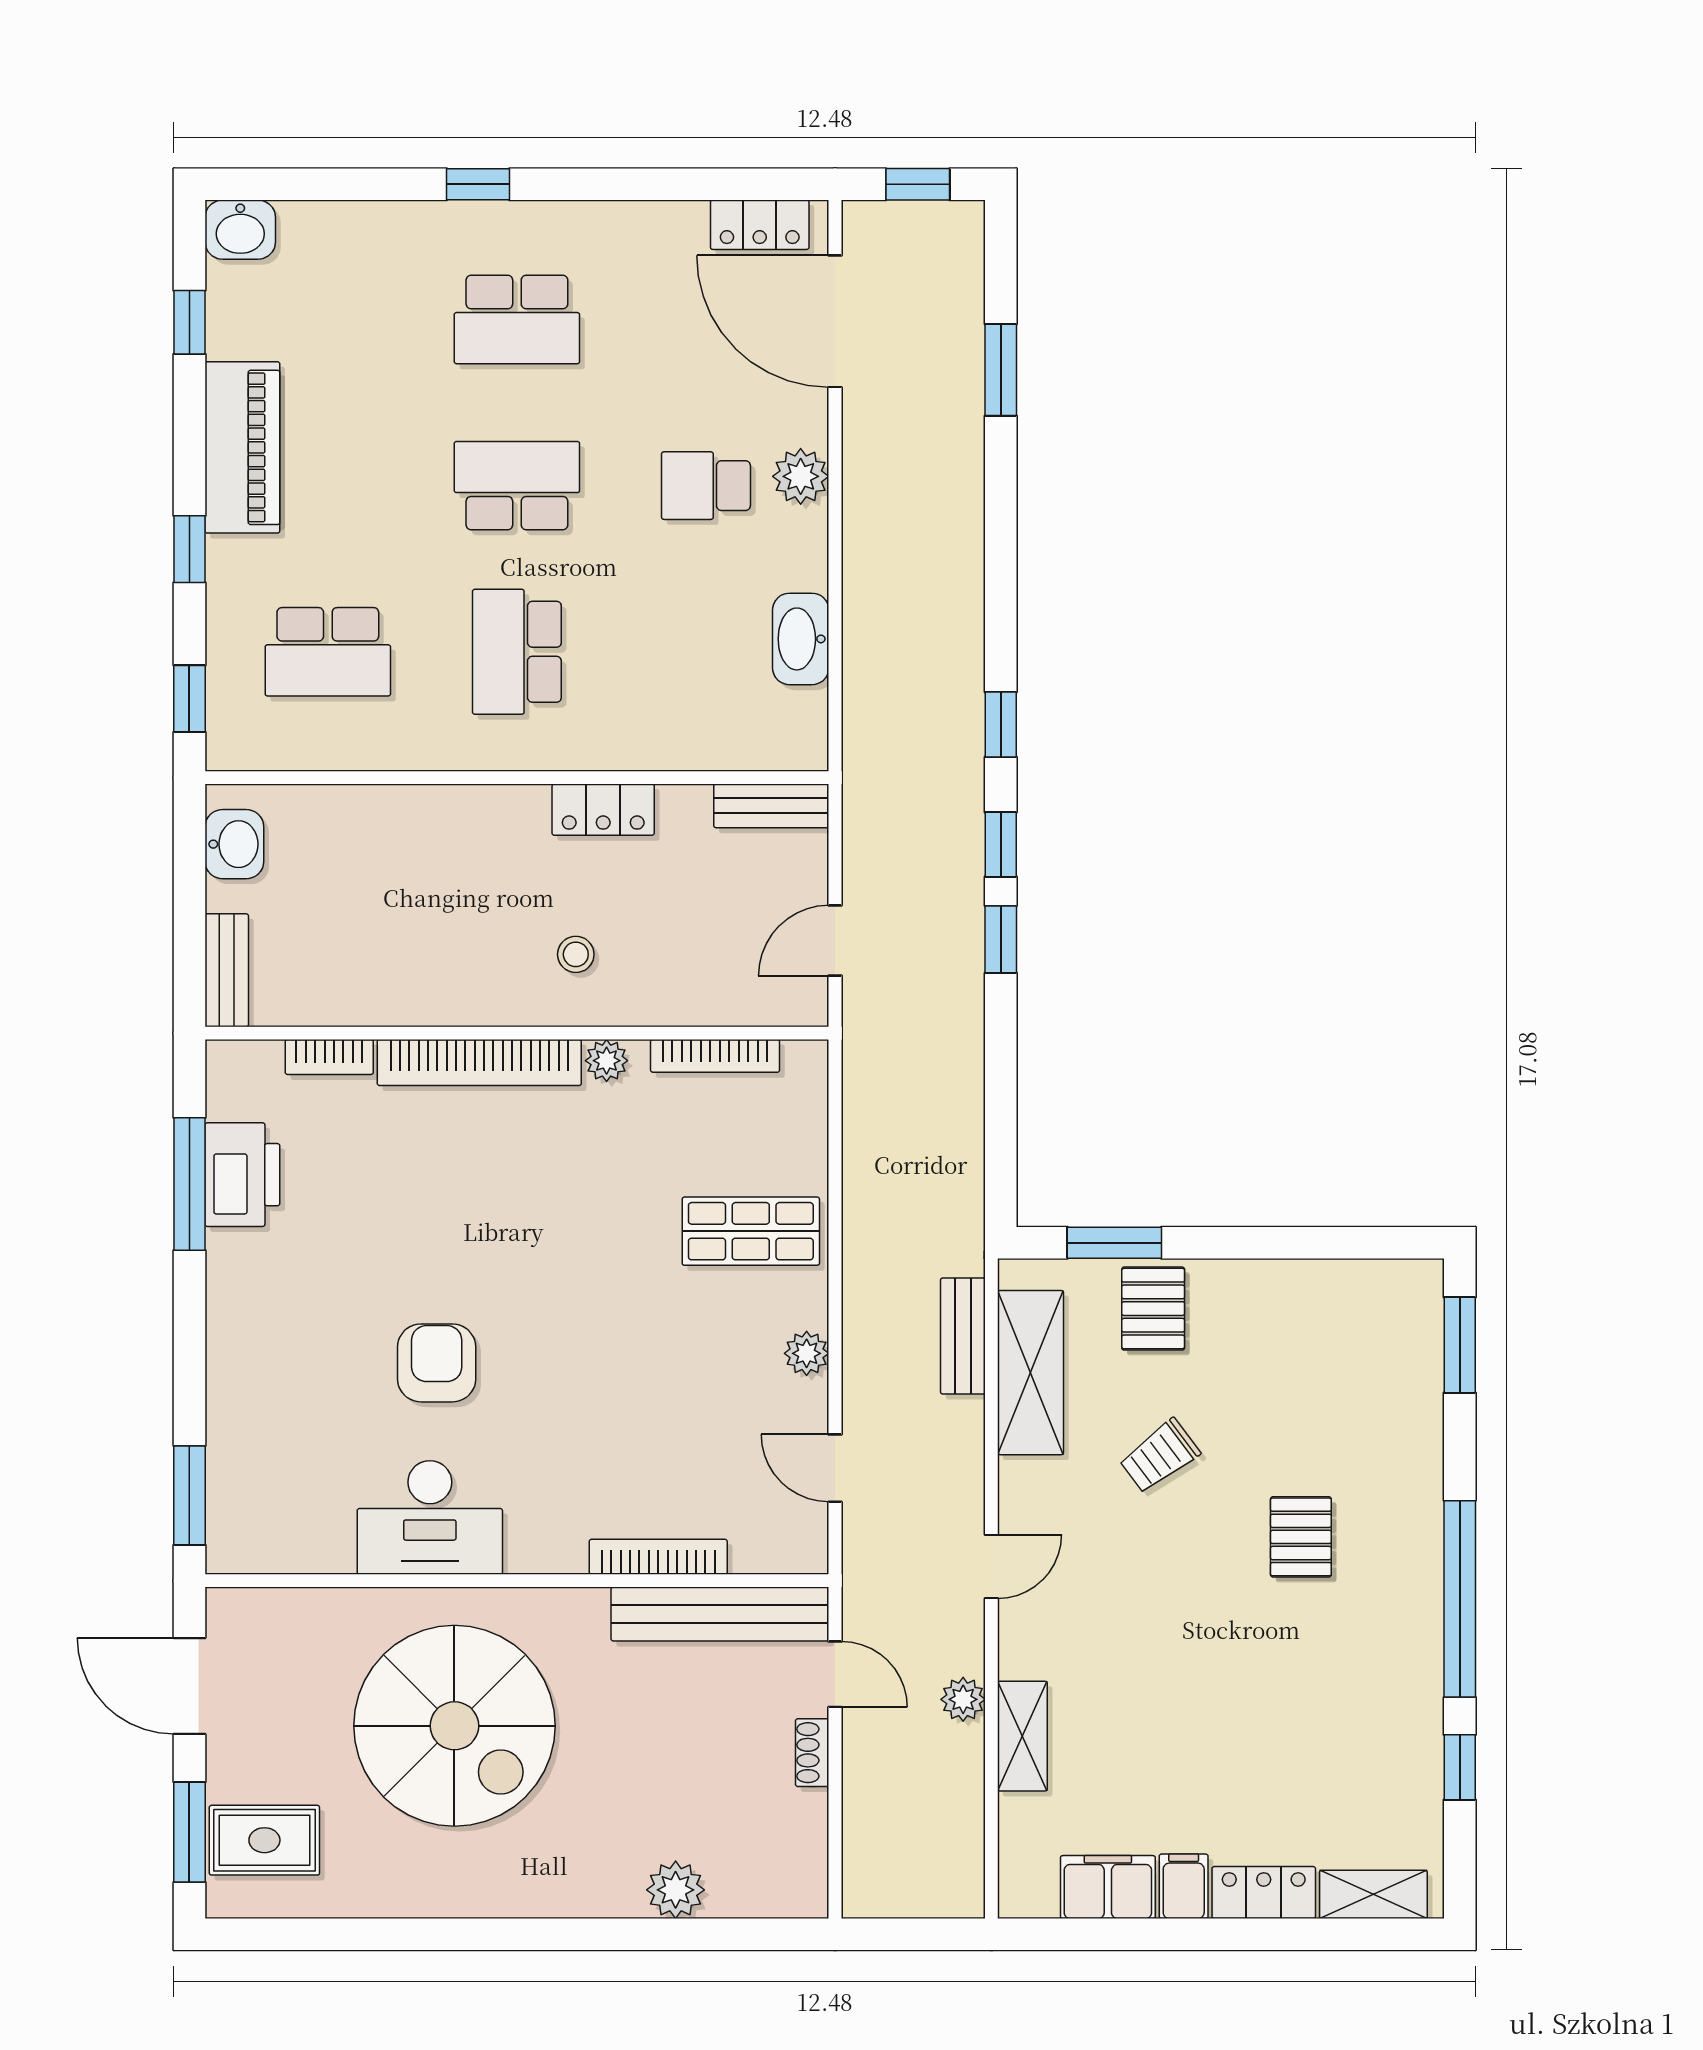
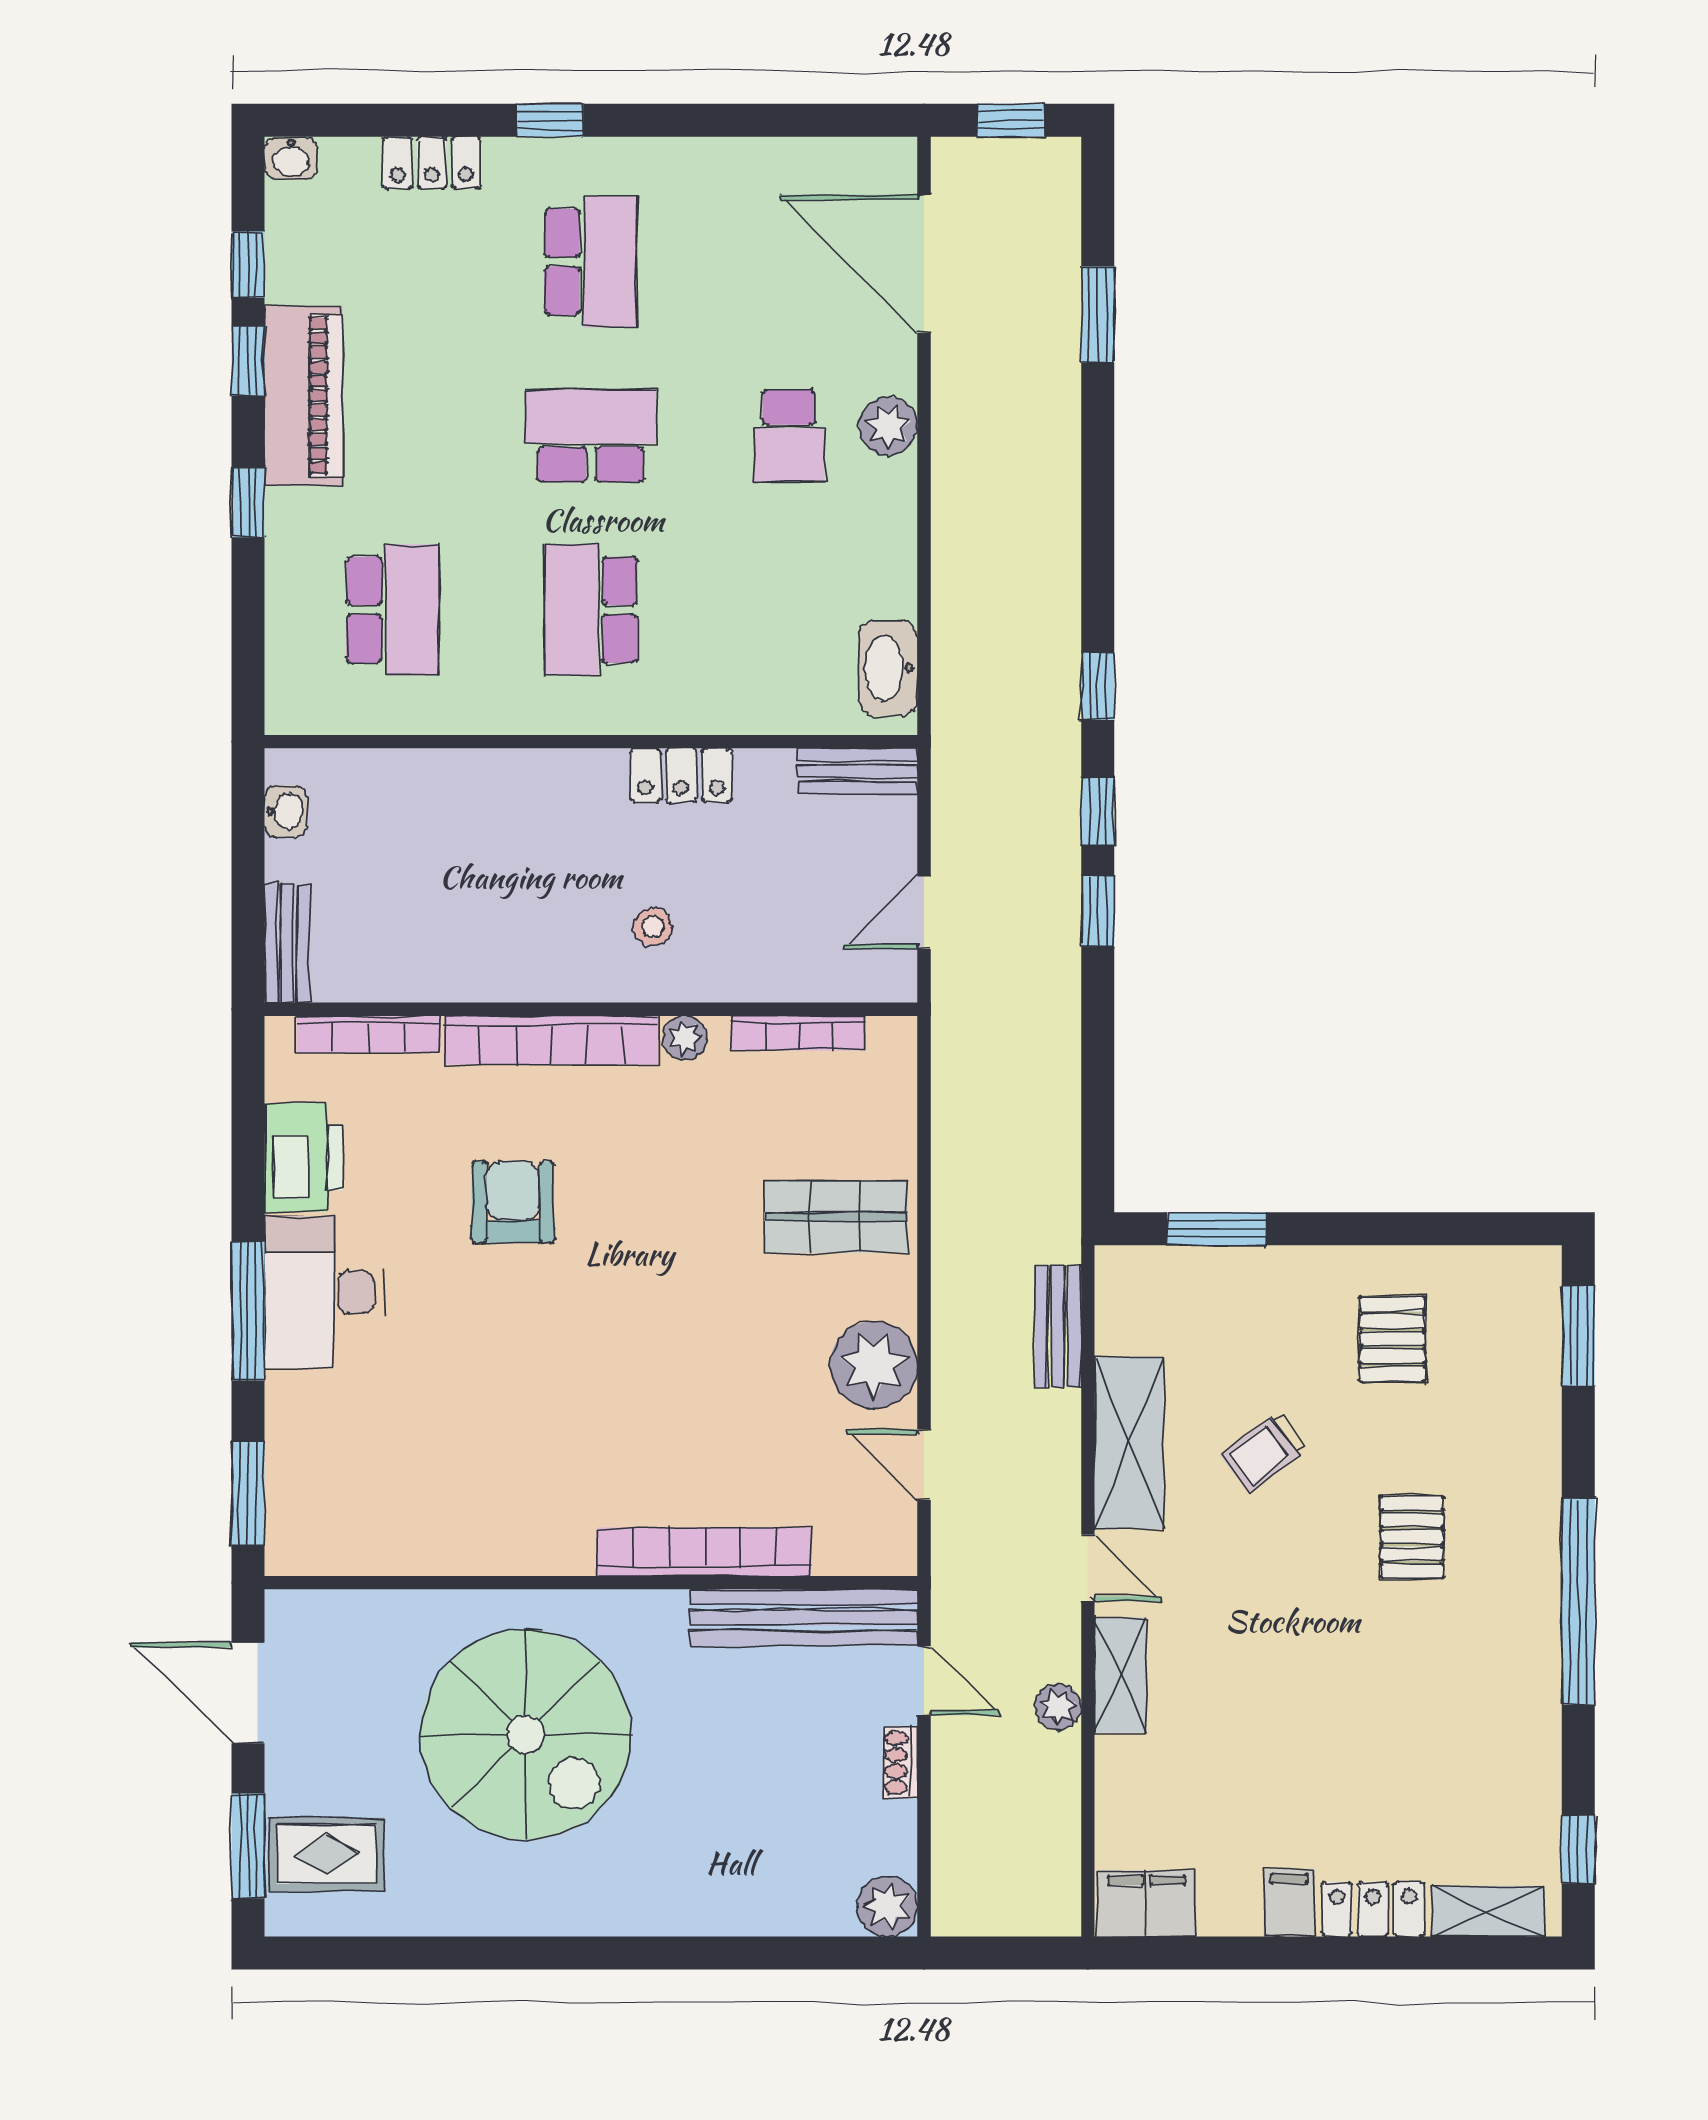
locker: (760, 225) -> (432, 163), moved
washbasin: (240, 230) -> (291, 158), width x0.72, depth x0.69
school desk: (517, 319) -> (591, 262), turned -90
school desk: (706, 486) -> (789, 436), turned -90
washbasin: (801, 639) -> (888, 668), moved
school desk: (328, 652) -> (393, 610), turned -90
window: (189, 699) -> (248, 360), moved
washbasin: (234, 844) -> (286, 811), width x0.72, depth x0.69
bookcase: (329, 1057) -> (369, 1034), width x1.56
window: (189, 1184) -> (248, 1311), moved
pallet: (1153, 1309) -> (1392, 1339), moved
plant: (807, 1353) -> (874, 1365), width x1.87, depth x1.87
armchair: (437, 1363) -> (513, 1202), moved
shelving: (1031, 1373) -> (1129, 1443), moved
desk: (430, 1517) -> (324, 1292), moved, turned 90
bookcase: (658, 1557) -> (704, 1552), width x1.48, depth x1.31
door: (991, 1566) -> (1088, 1568), hinge flipped
shelving: (1022, 1736) -> (1120, 1675), moved
window: (1460, 1767) -> (1578, 1849), moved
filing cabinet: (1108, 1887) -> (1147, 1903), moved
plant: (676, 1890) -> (887, 1906), moved

